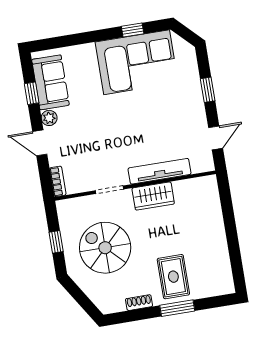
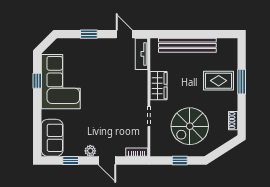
sofa: (50, 82) -> (52, 138), moved, turned 90
door: (40, 143) -> (107, 160), hinge flipped
tv unit: (159, 171) -> (141, 54), moved, width x0.71
bench: (215, 226) -> (187, 45), added
shoe rack: (139, 303) -> (233, 121), moved

